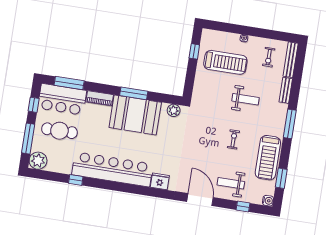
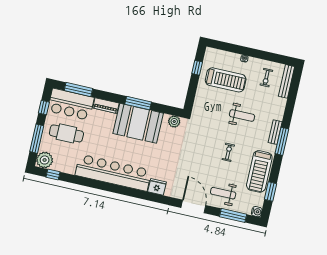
bench: (286, 90) -> (275, 132), moved
window: (76, 180) -> (53, 175), moved
window: (243, 206) -> (233, 215), width x2.17

